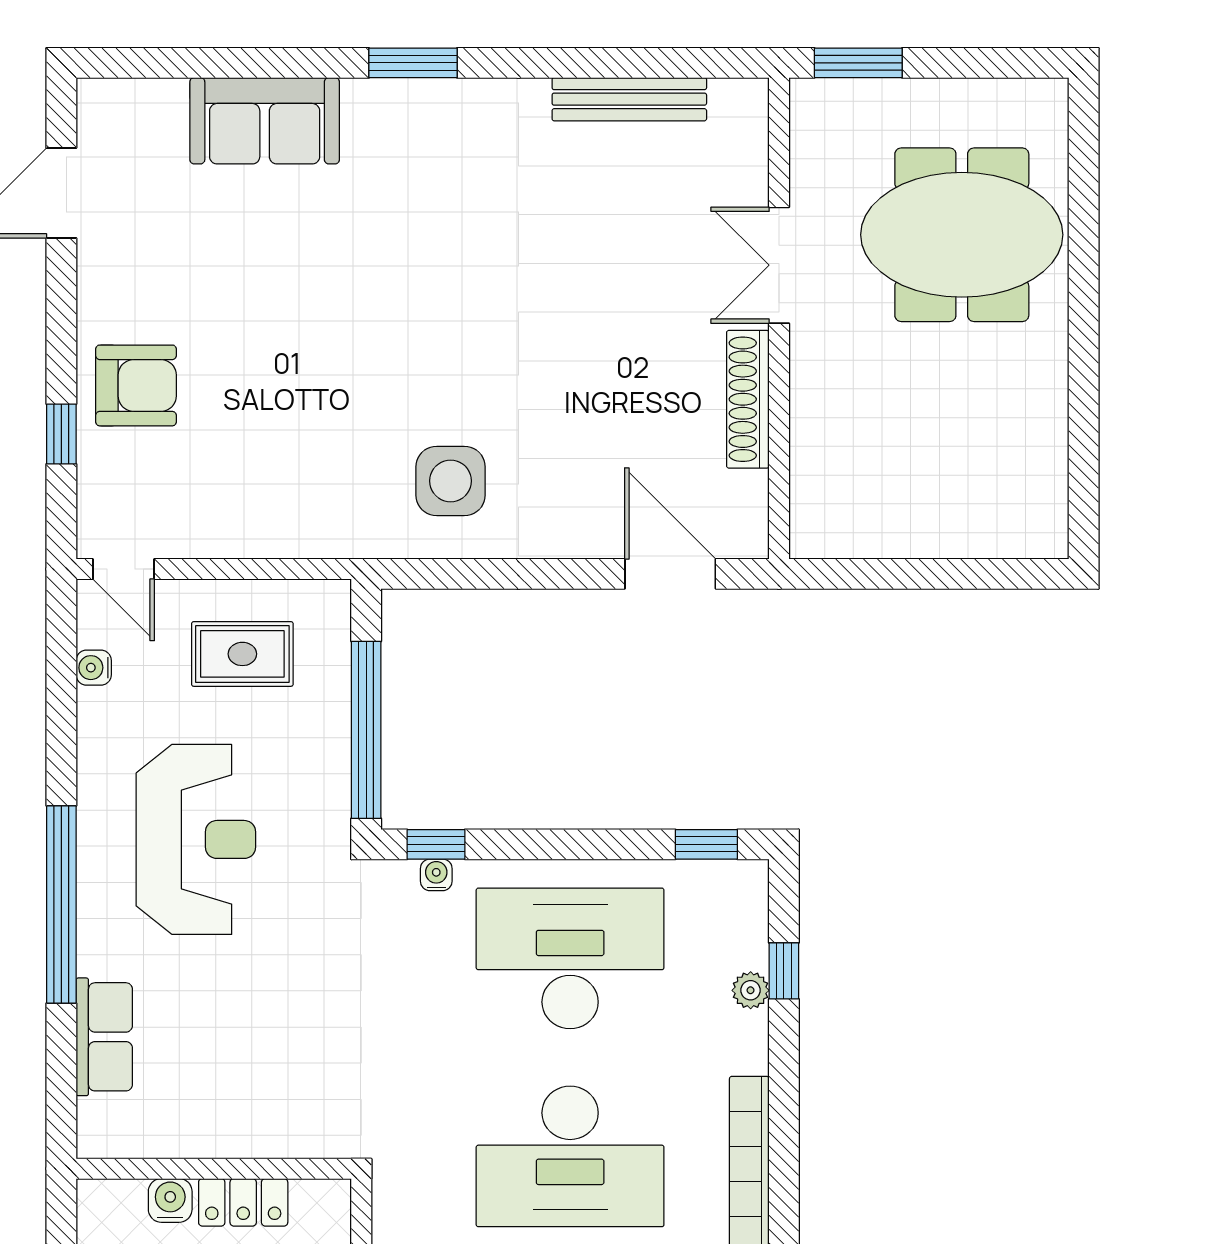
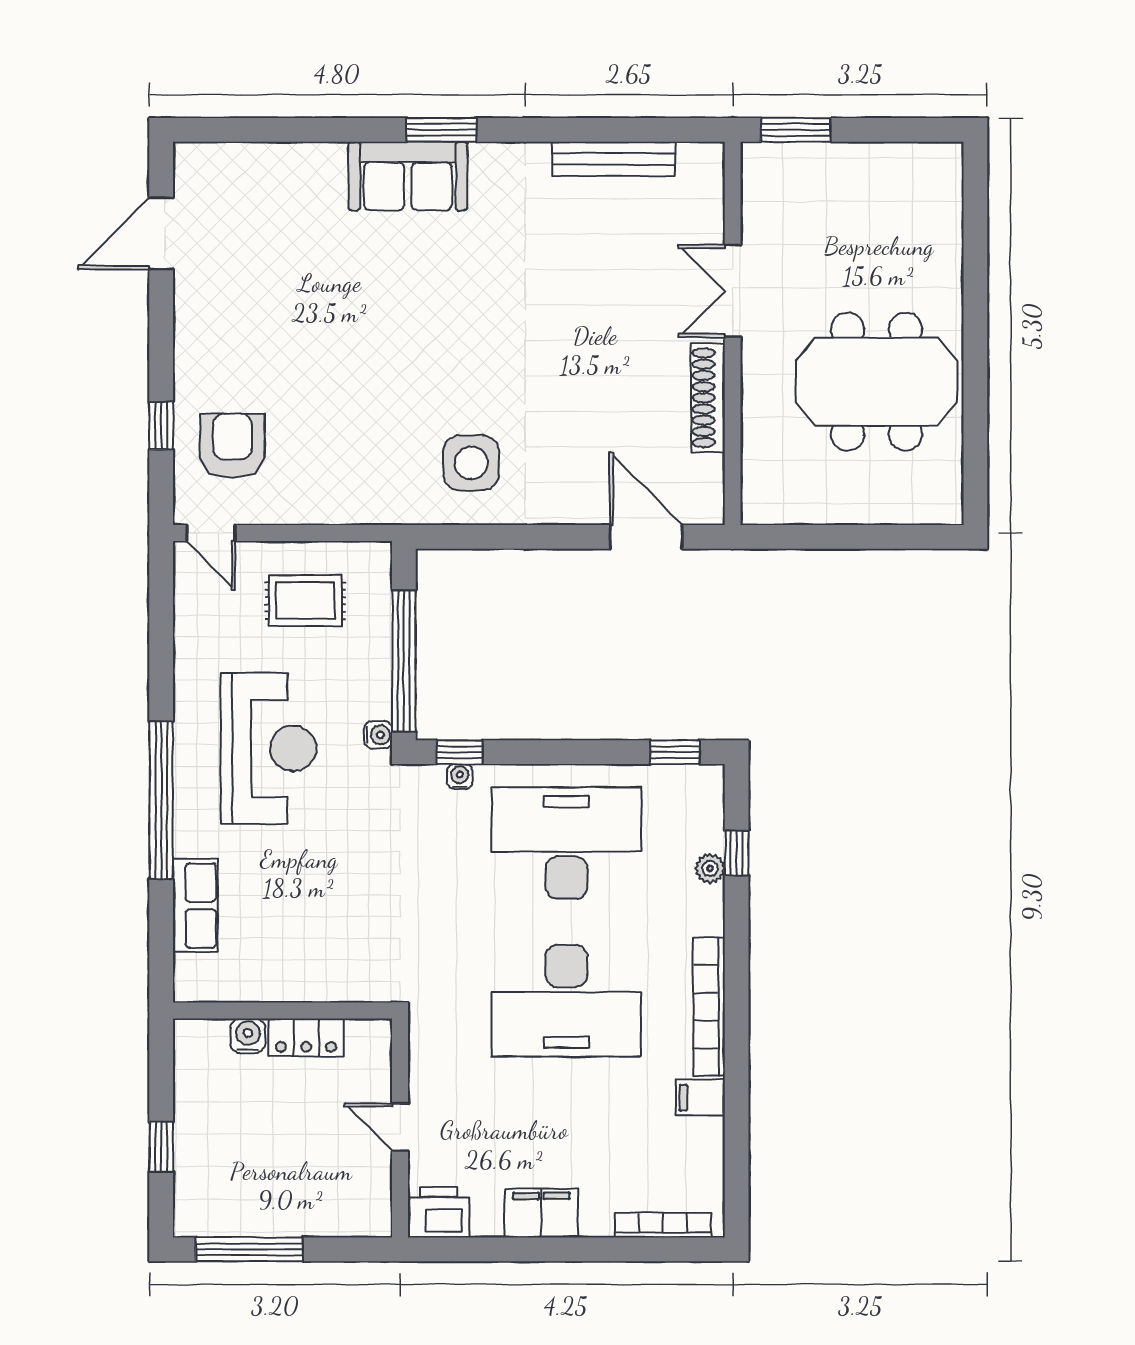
sofa: (265, 121) -> (408, 176), moved
meeting table: (962, 235) -> (876, 382), moved
armchair: (136, 385) -> (232, 446), moved, turned -90
water cooler: (94, 668) -> (378, 735), moved, turned 180

